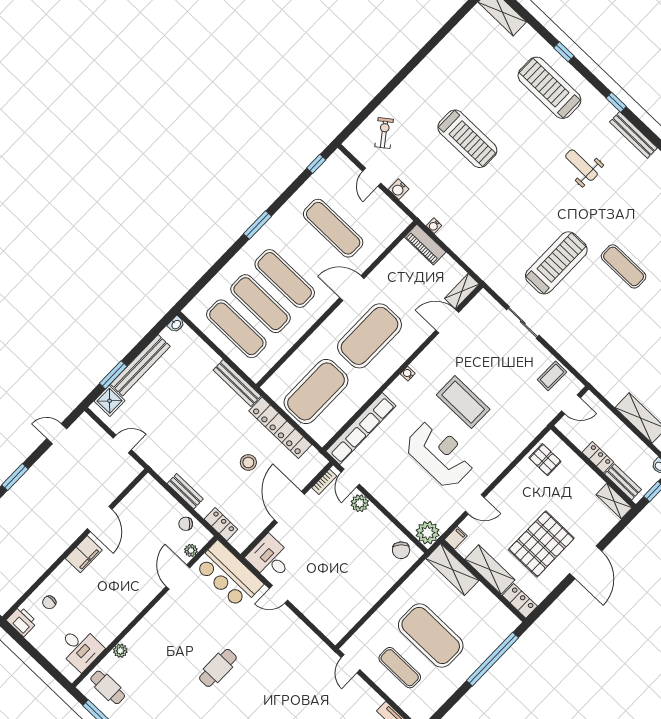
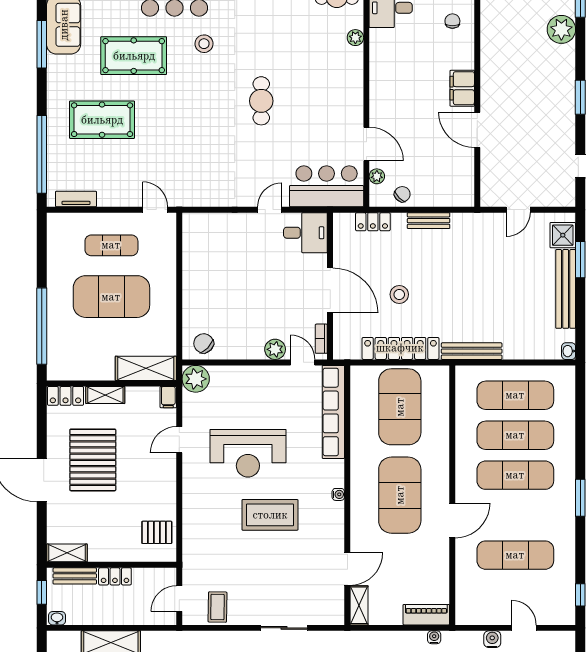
shelving: (490, 570) -> (105, 395), width x0.67, depth x0.75

